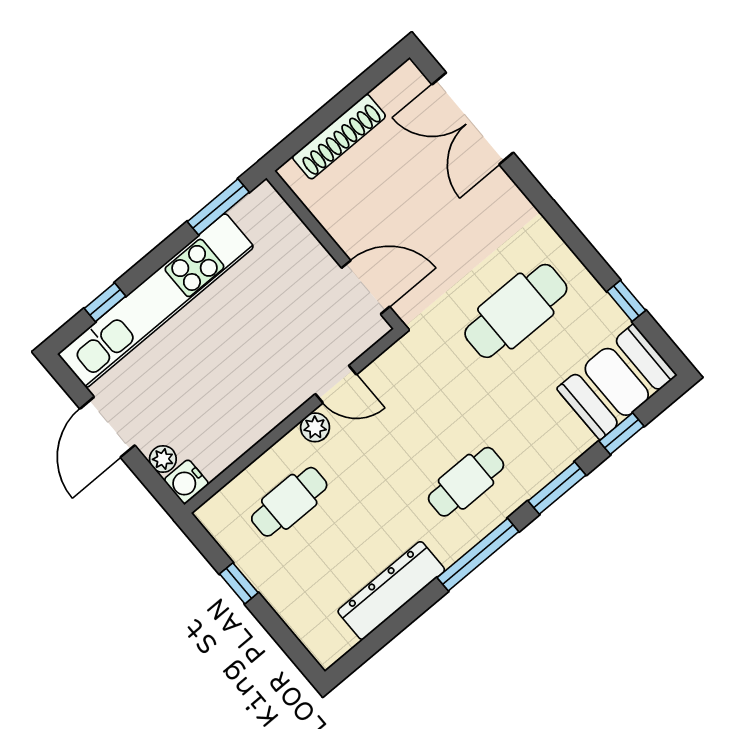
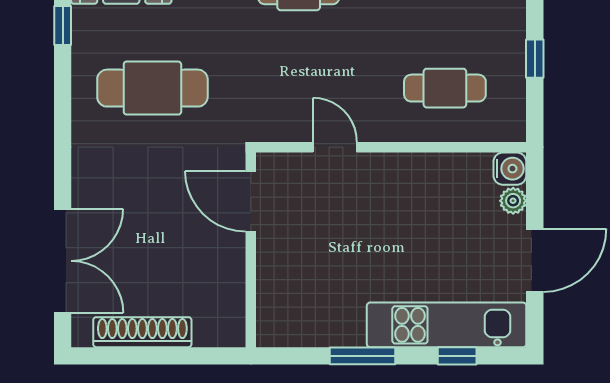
shoe rack: (339, 137) -> (142, 332), moved
window: (218, 207) -> (363, 356), moved
kitchen unit: (156, 301) -> (447, 325), width x0.73
plant: (315, 427) -> (378, 128), removed

